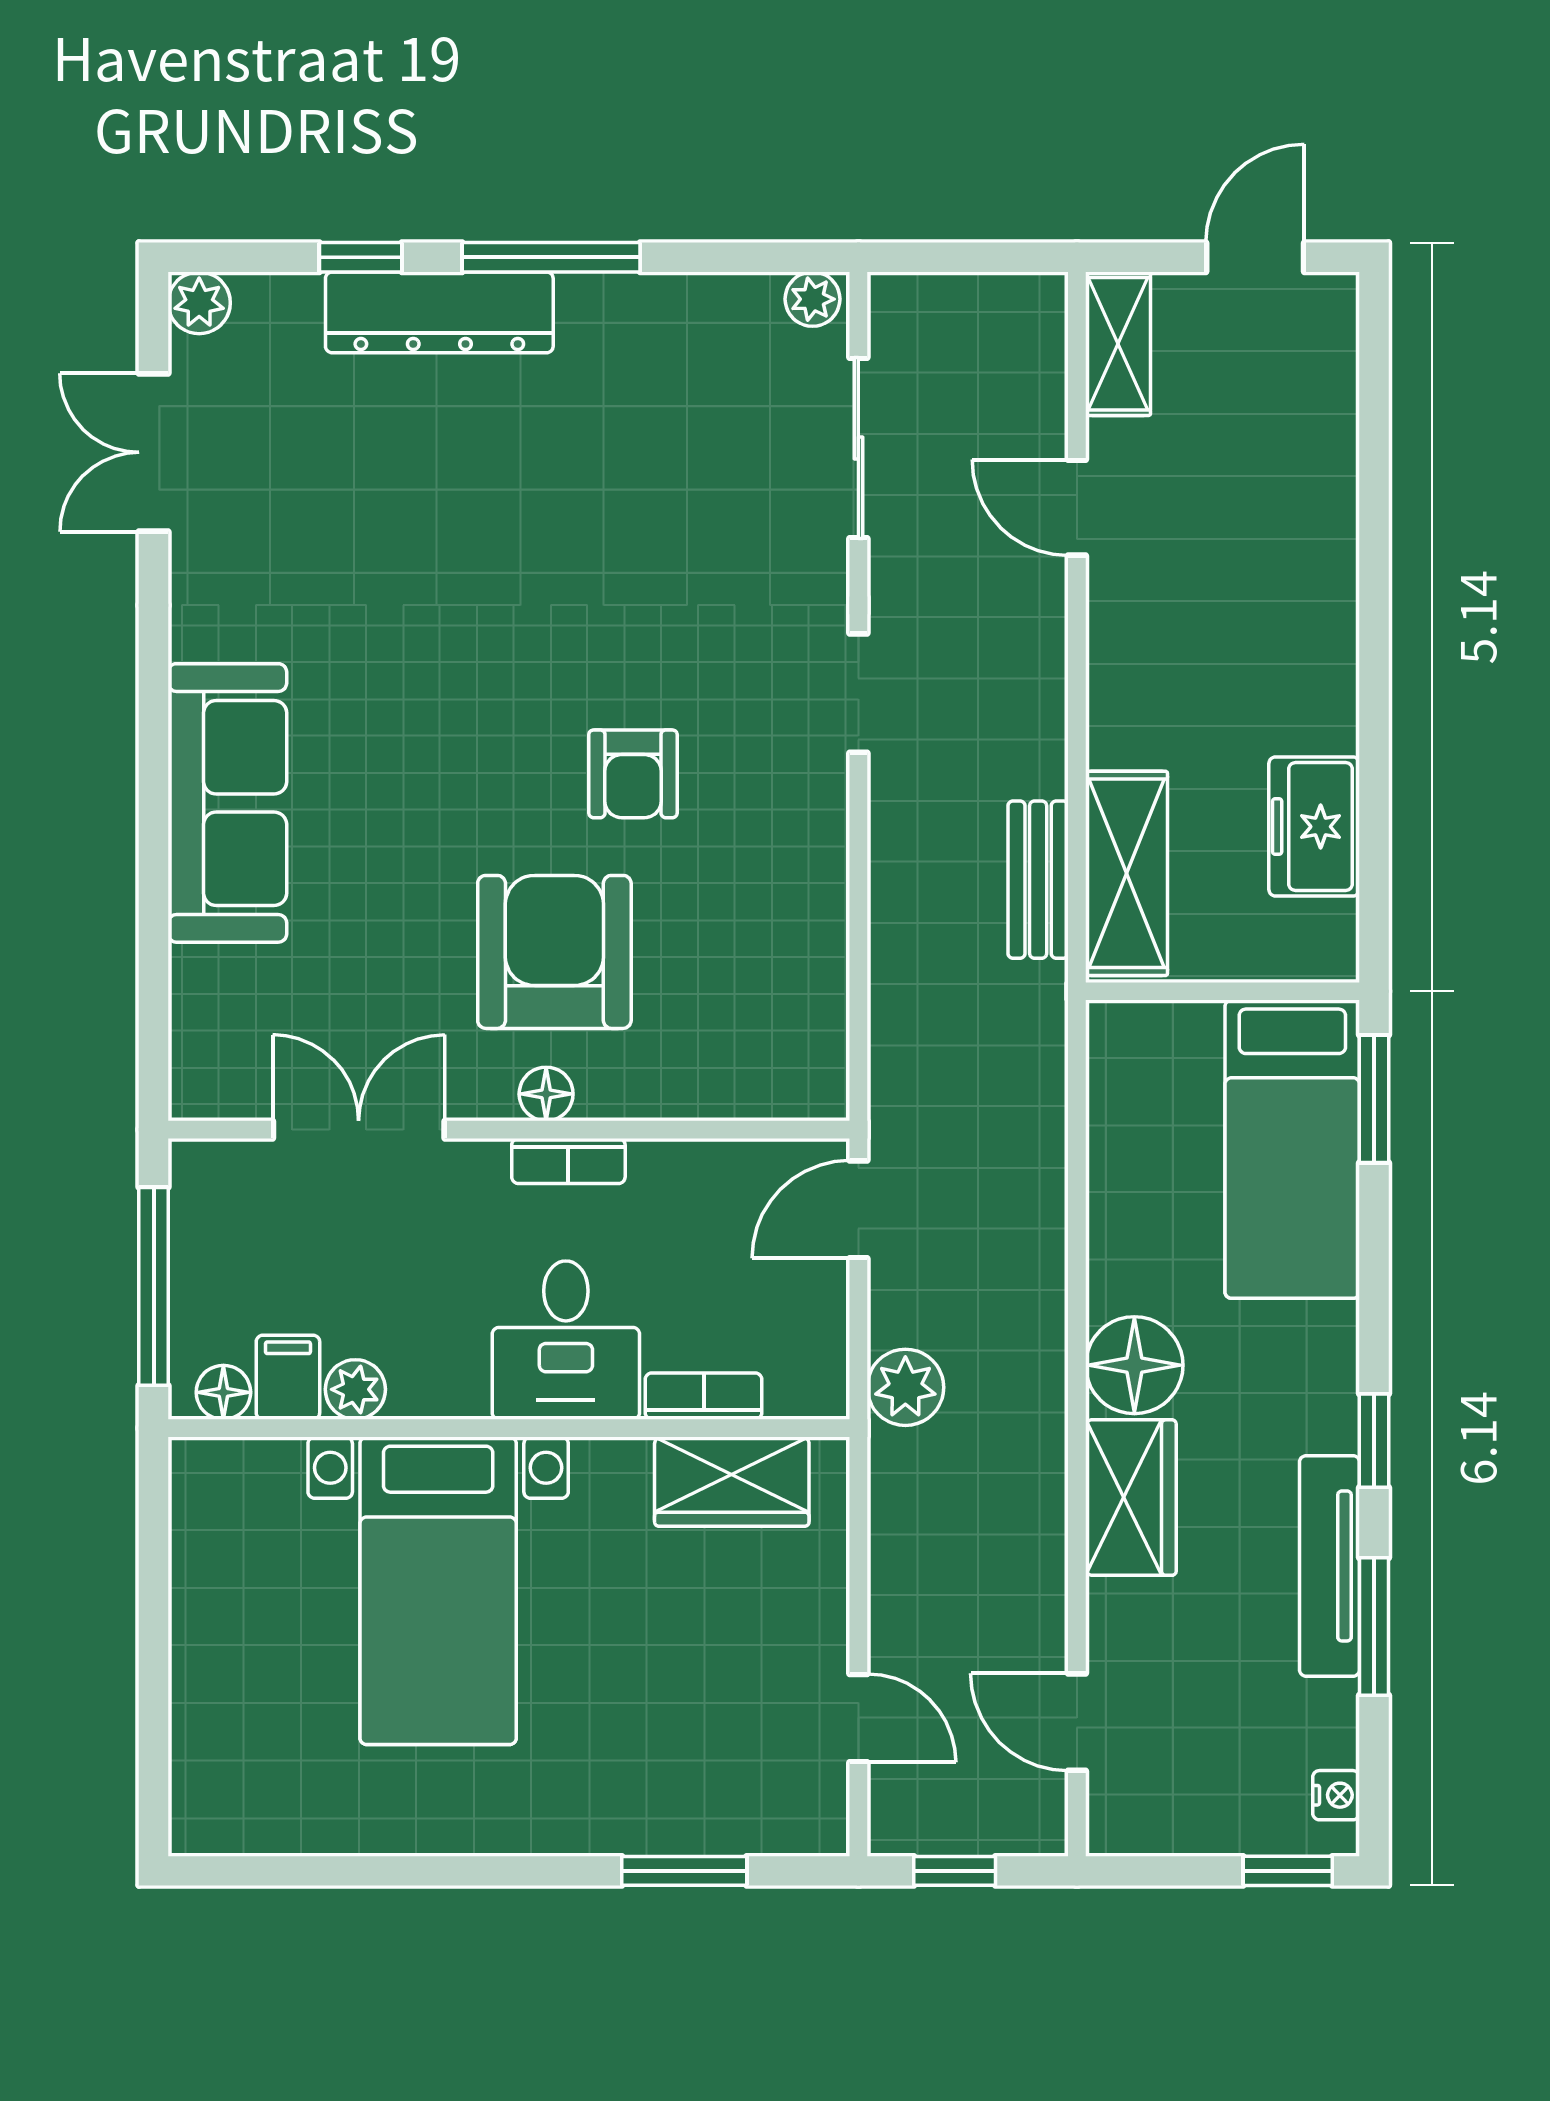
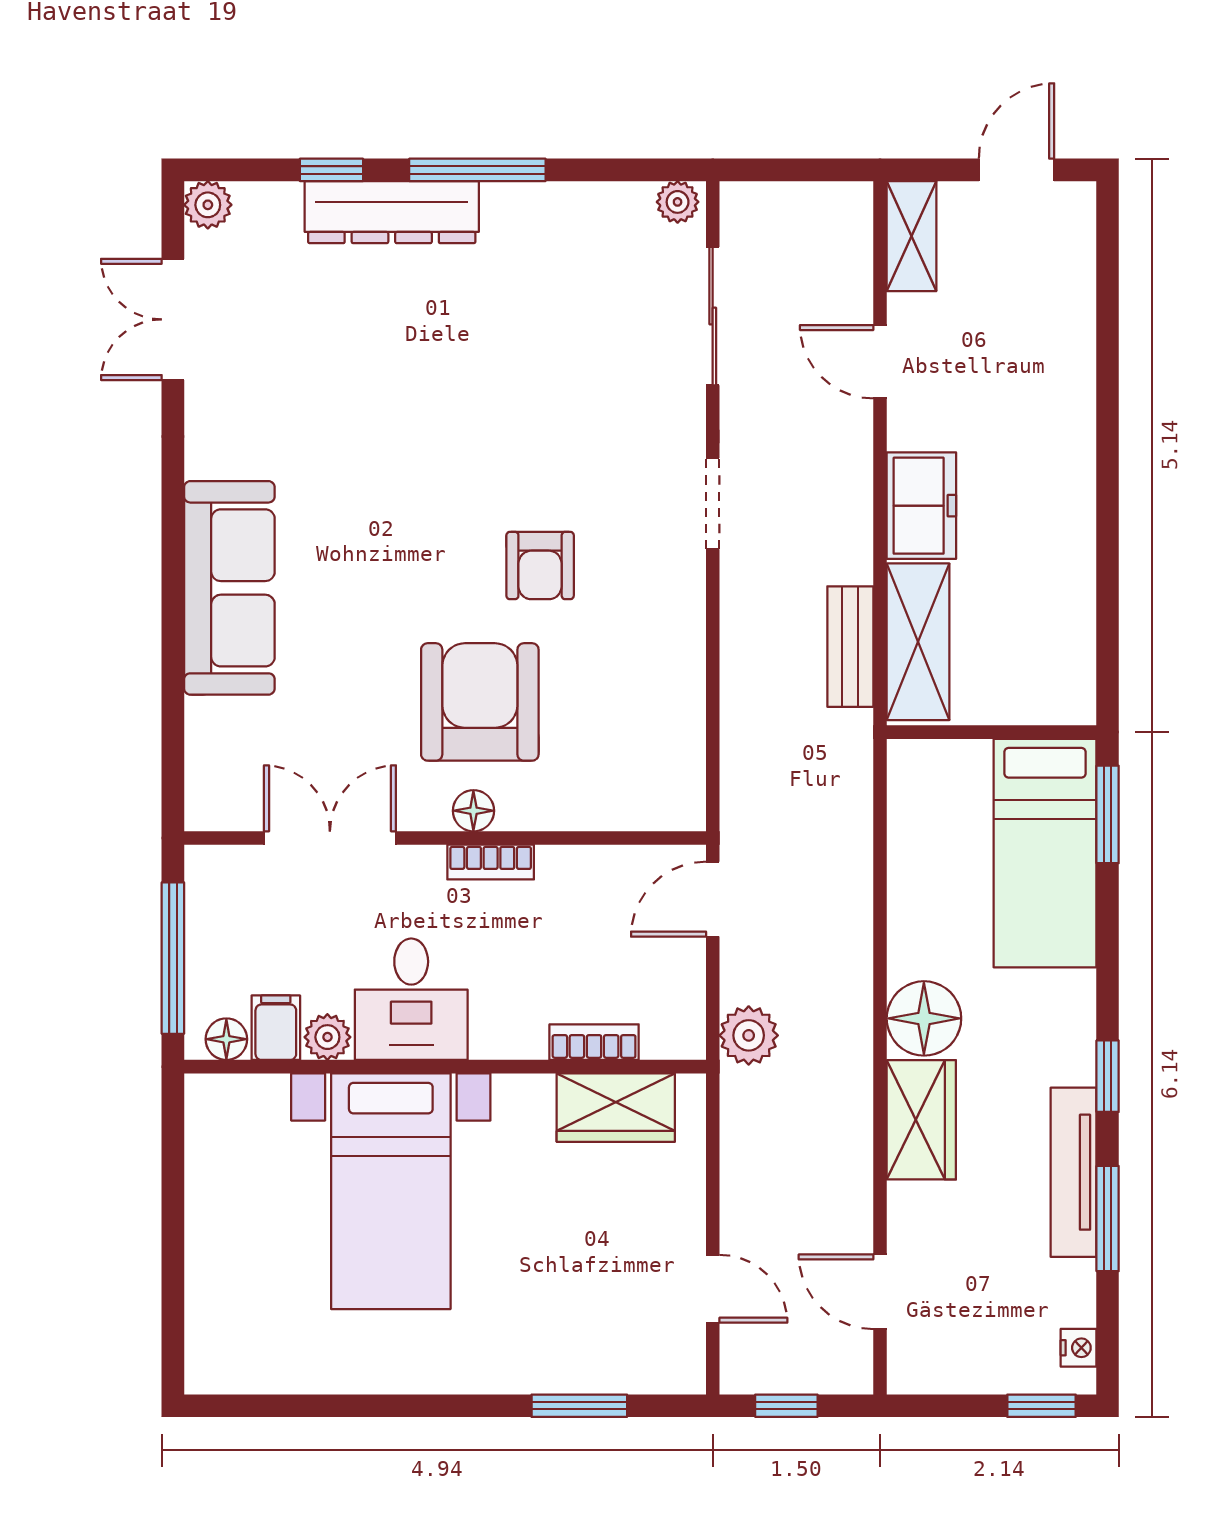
freezer: (1314, 827) -> (921, 506), moved, turned 180
desk: (566, 1340) -> (411, 999), moved

